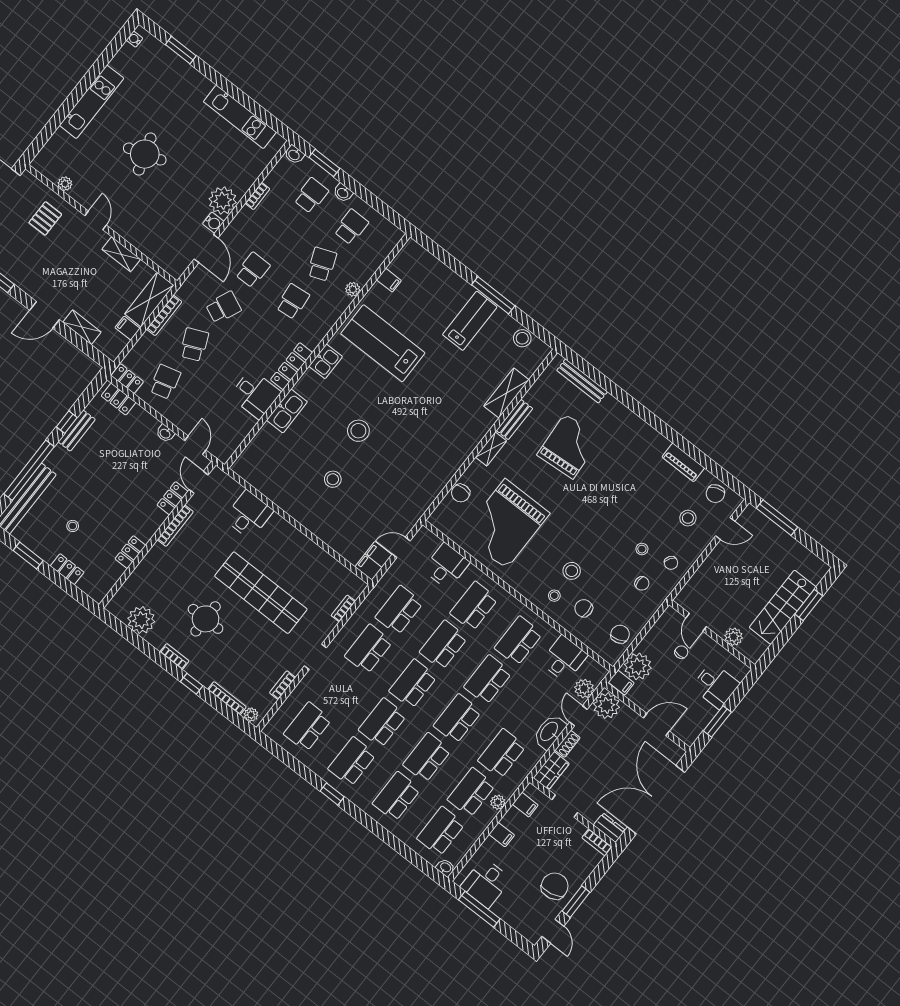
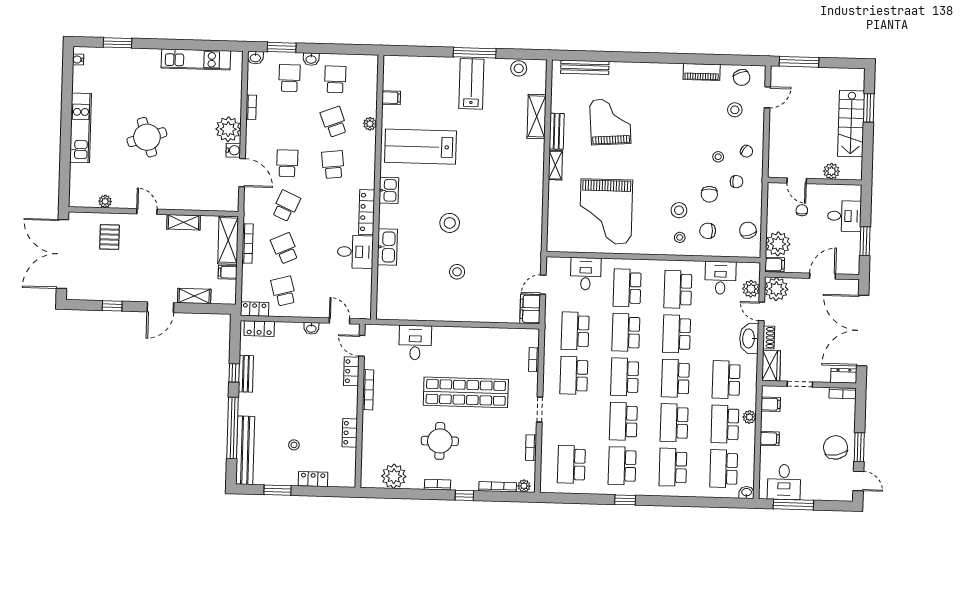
chair: (461, 493) -> (709, 194), moved

